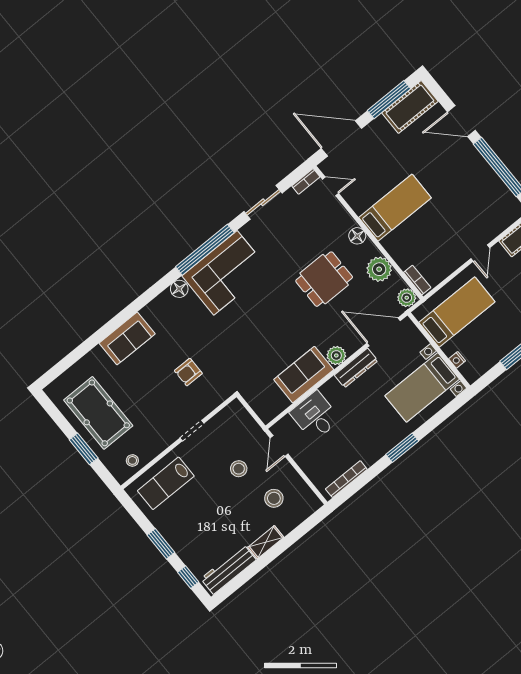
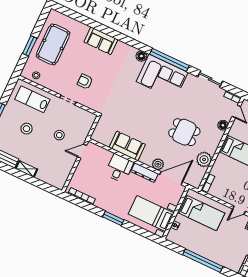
floor lamp: (357, 236) -> (223, 125), moved
plant: (407, 298) -> (196, 182), removed
door: (384, 332) -> (171, 178), hinge flipped
plant: (336, 355) -> (158, 164), moved
armchair: (188, 372) -> (85, 82), moved
desk: (315, 416) -> (119, 168), moved
stool: (274, 498) -> (27, 129), moved

